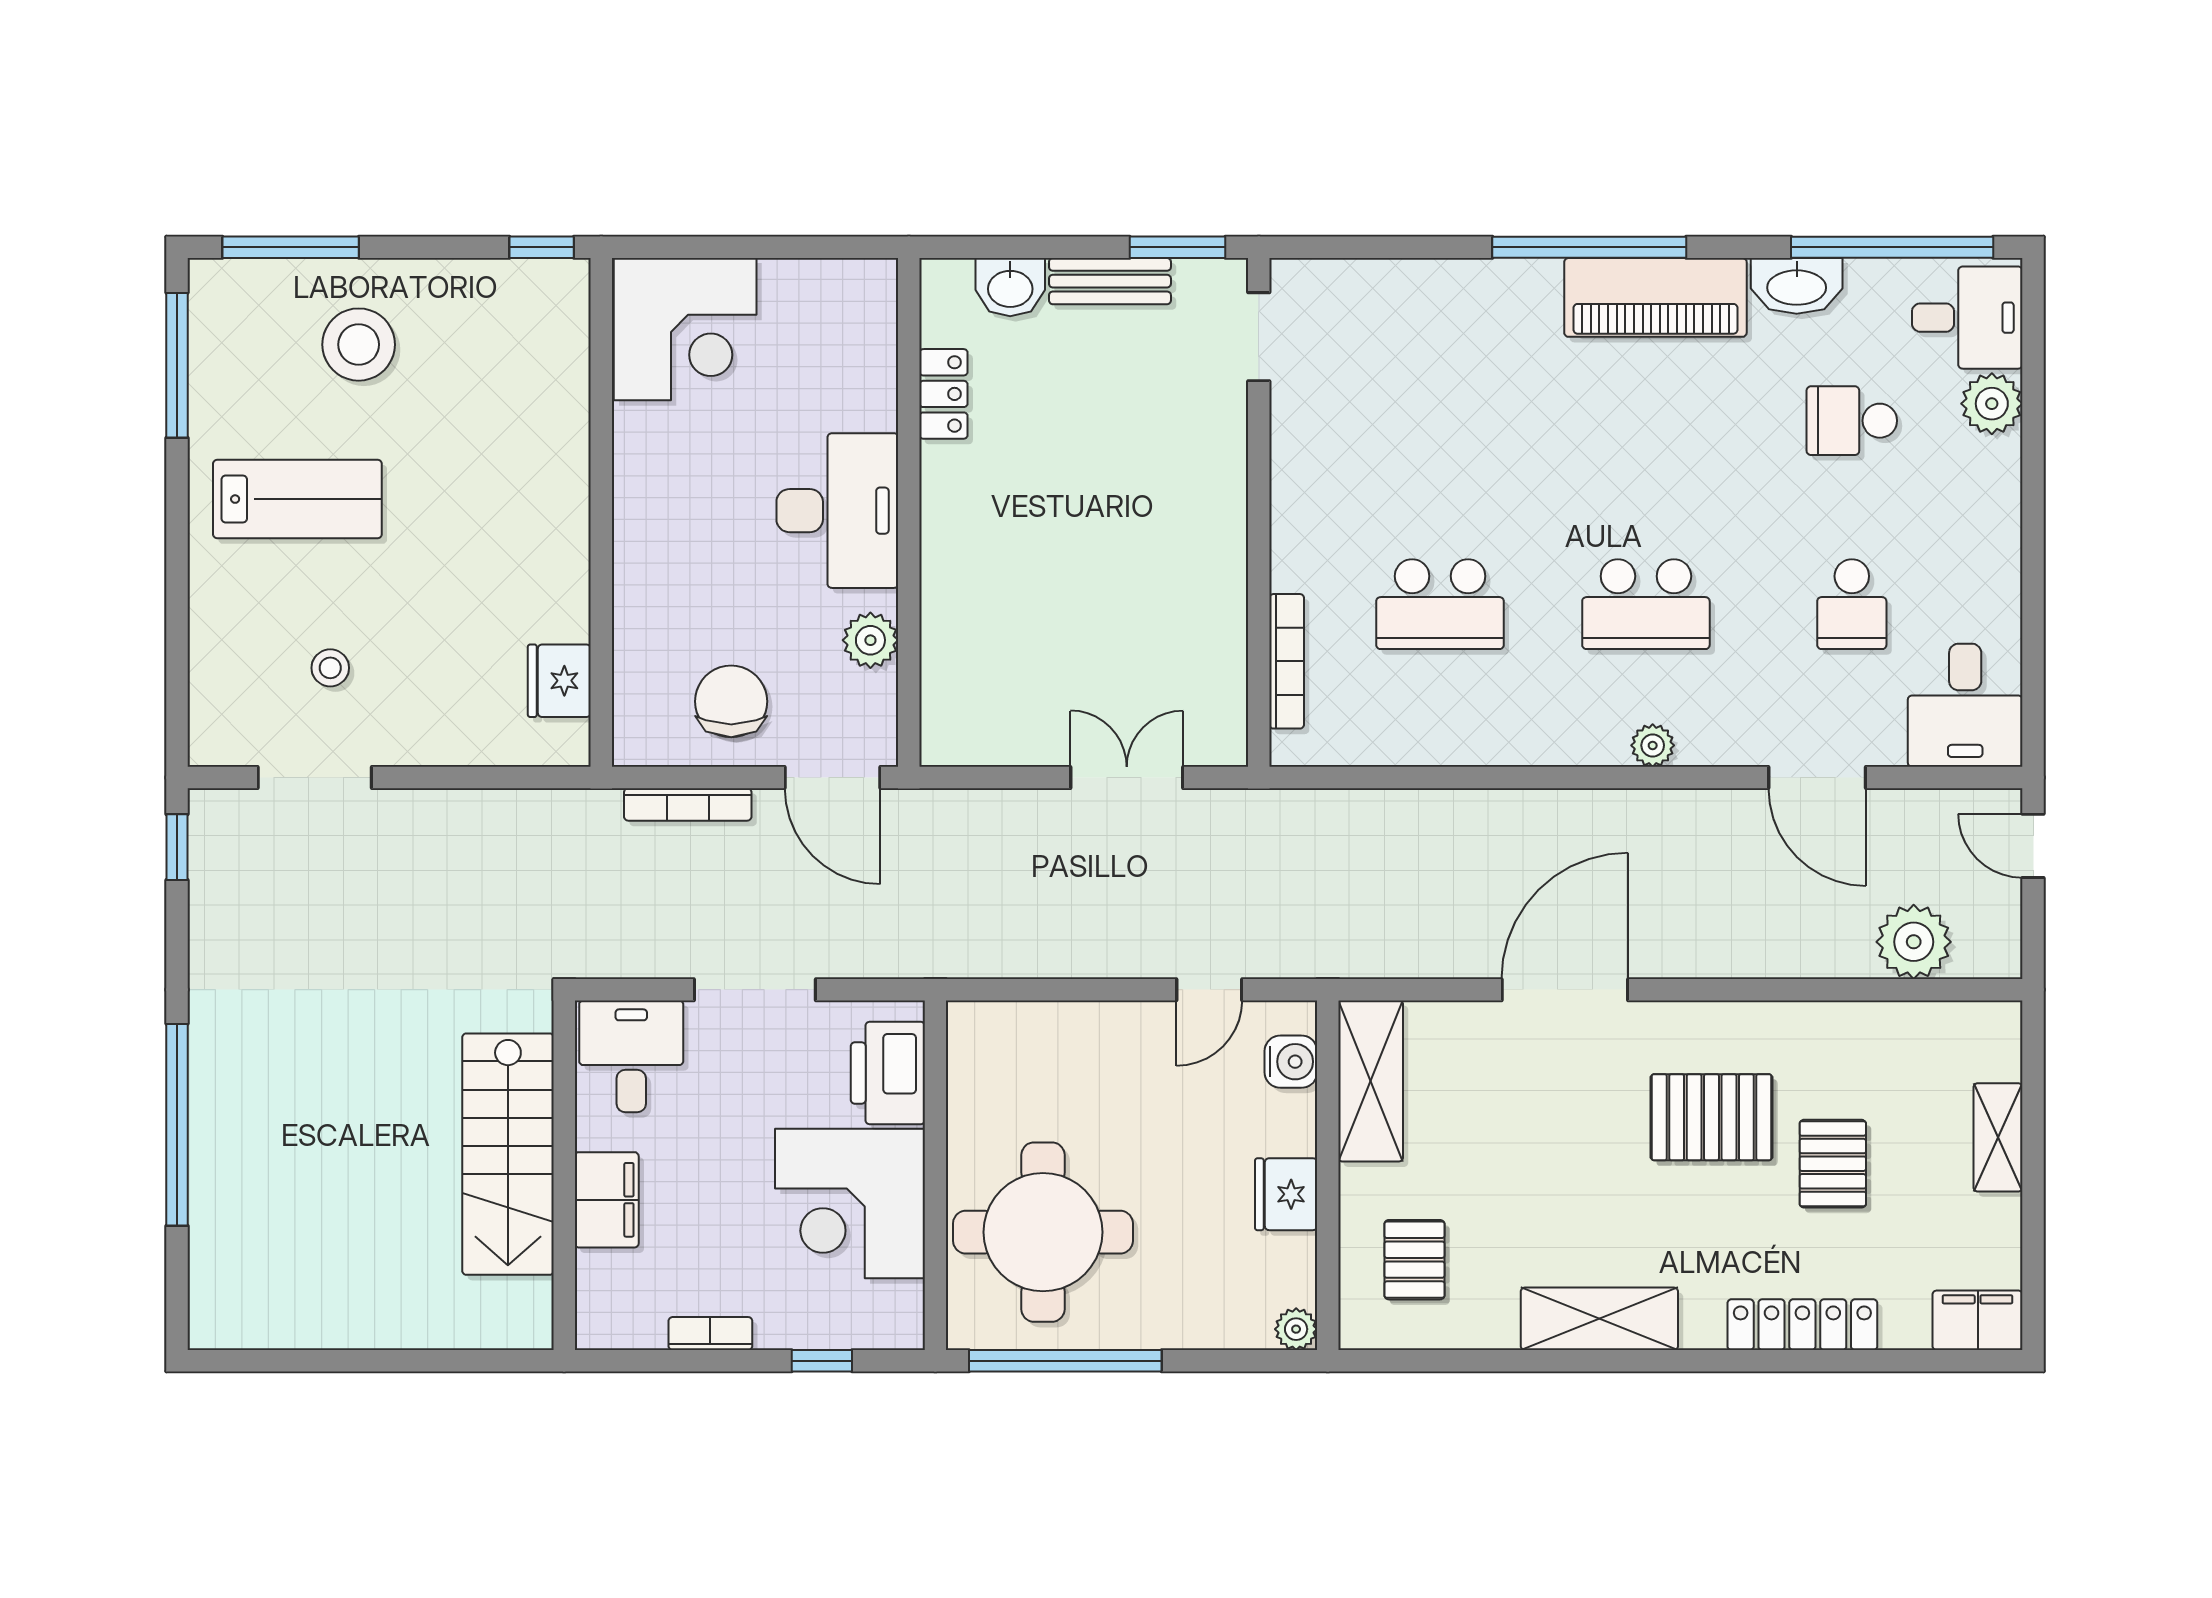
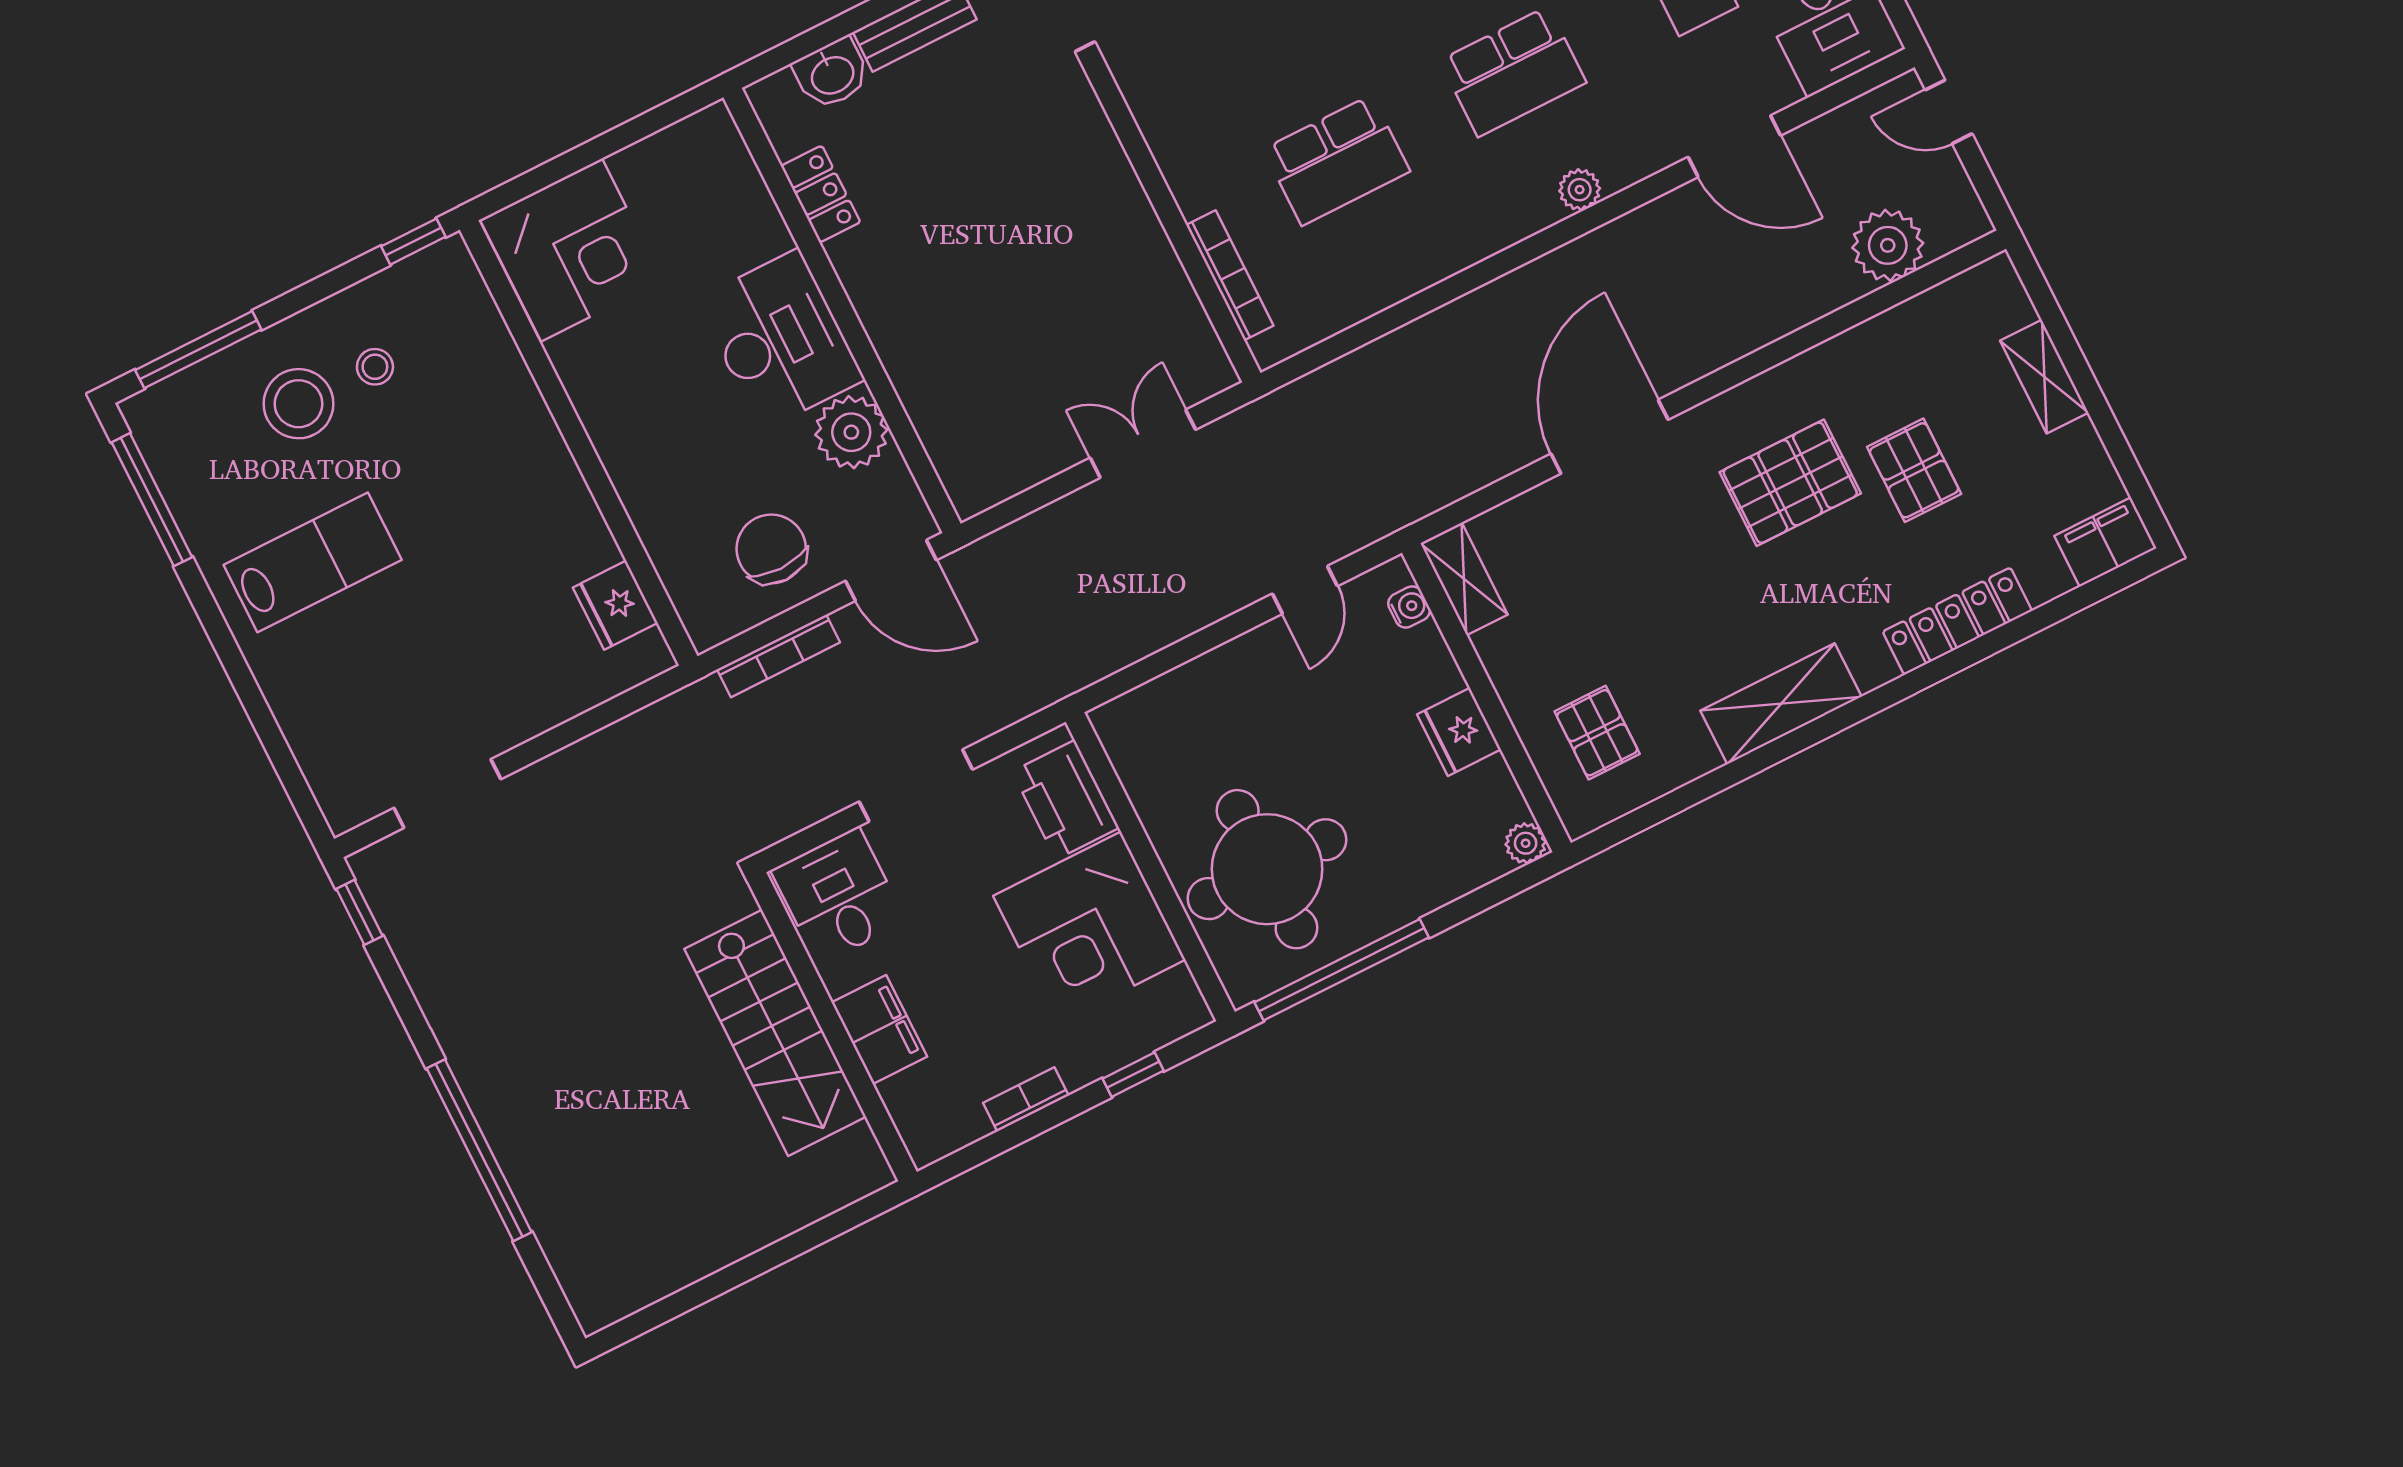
plant: (870, 640) -> (851, 432), width x1.36, depth x1.36
stool: (330, 668) -> (375, 367), moved
water cooler: (1291, 1062) -> (1409, 607), width x0.72, depth x0.72
shelving: (1371, 1081) -> (1464, 579), width x0.67, depth x0.75

